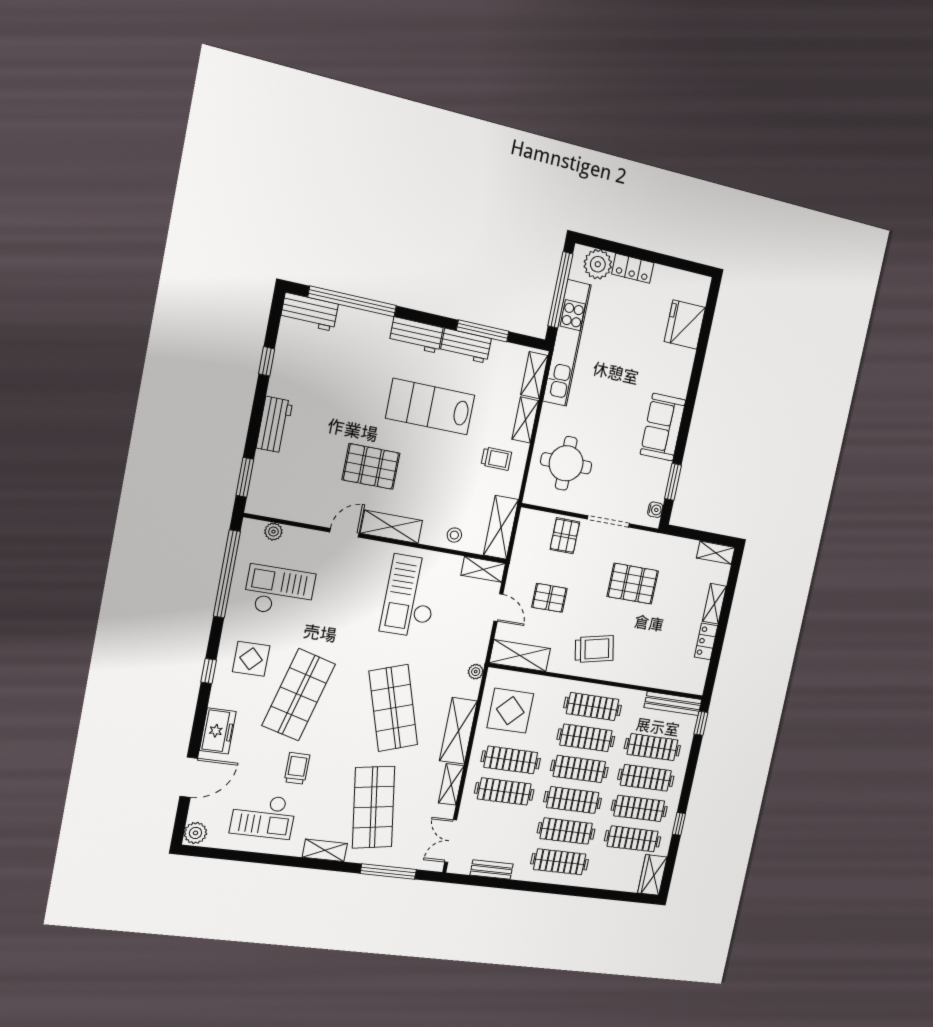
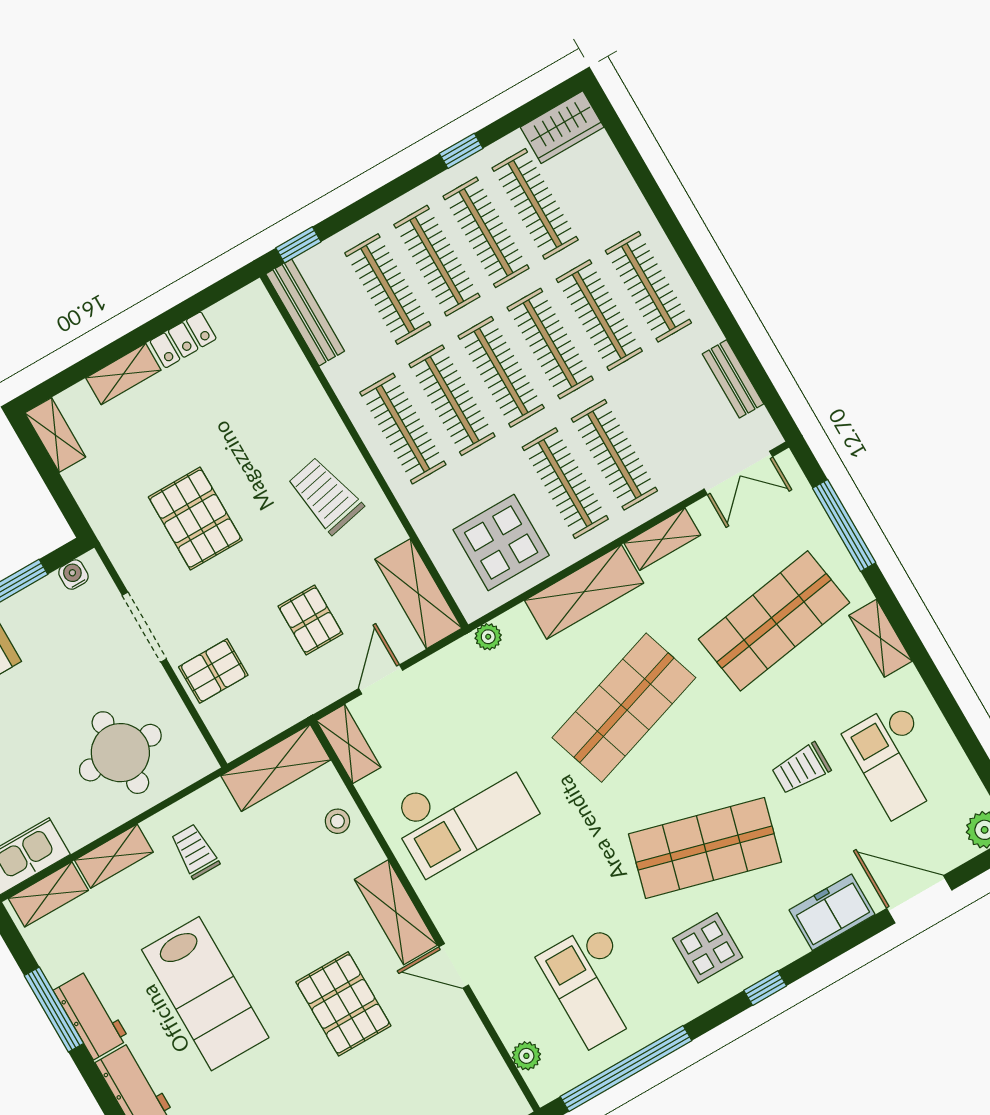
checkout: (263, 816) -> (897, 760), turned 180

